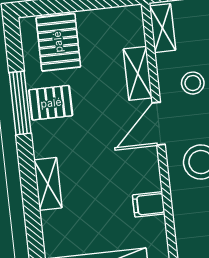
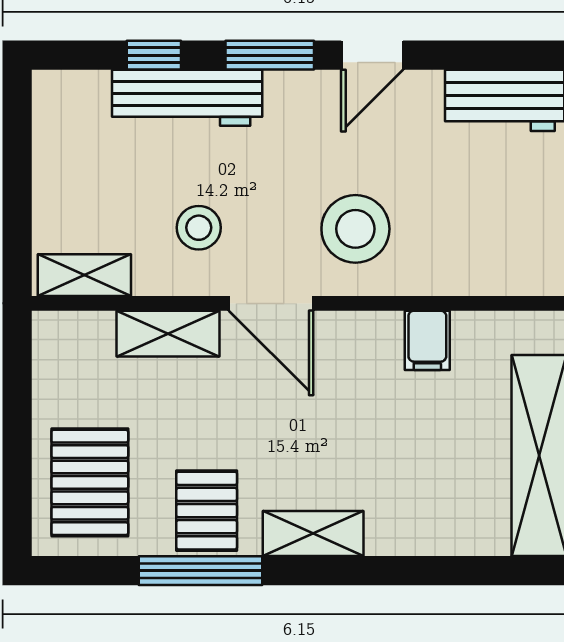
pallet: (58, 42) -> (90, 482), turned 90
shelving: (48, 184) -> (313, 534), moved

